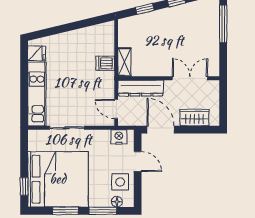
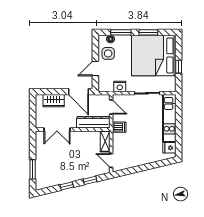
window: (223, 24) -> (33, 169), width x0.69
door: (116, 36) -> (111, 160), added
dishwasher: (105, 63) -> (119, 127), moved
nightstand: (119, 137) -> (120, 86), moved
door: (138, 162) -> (95, 68), hinge flipped
window: (24, 186) -> (179, 67), moved

